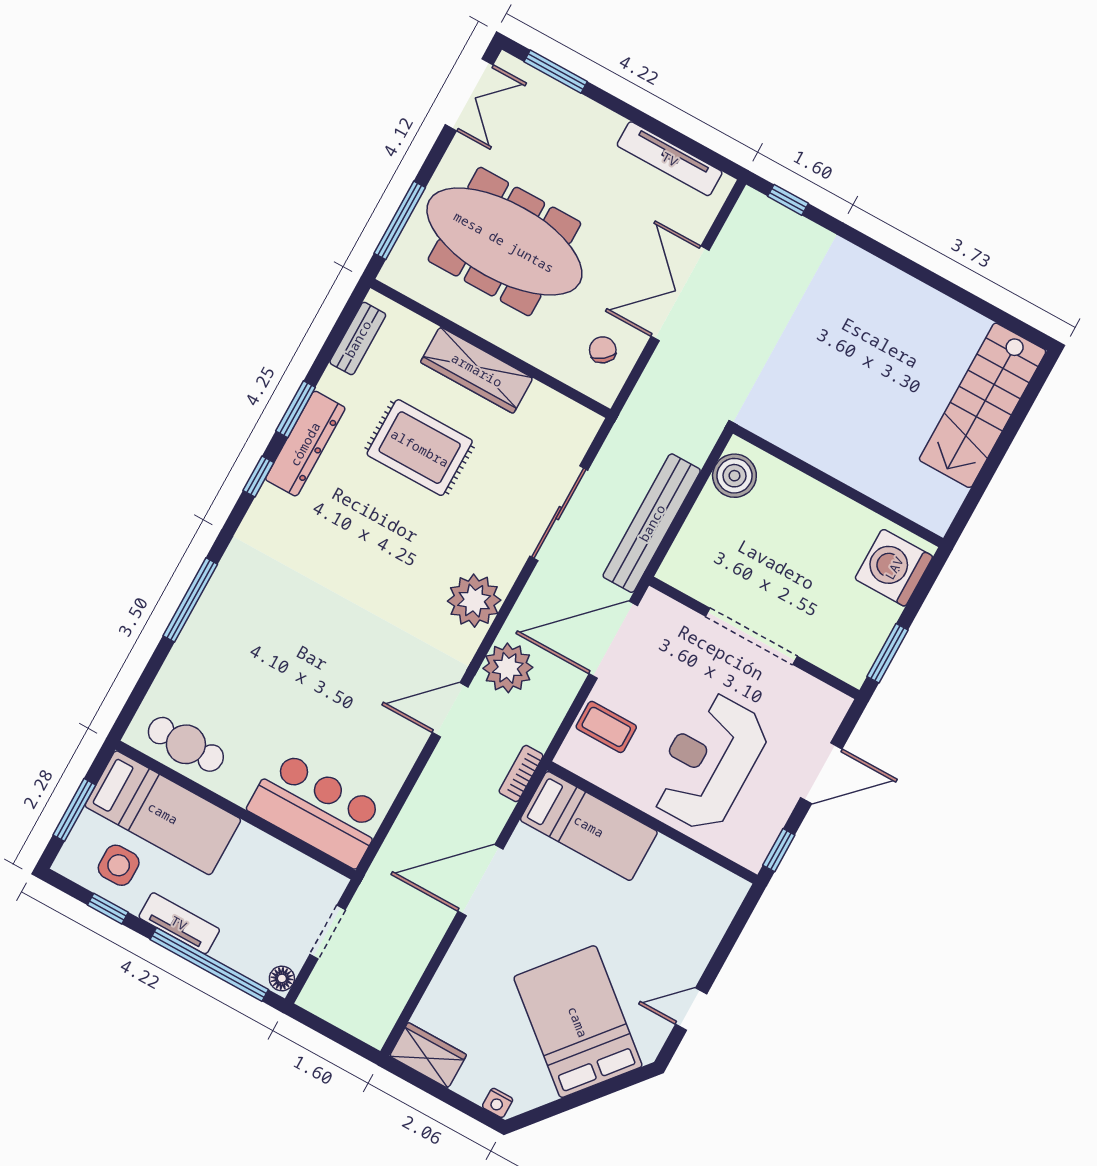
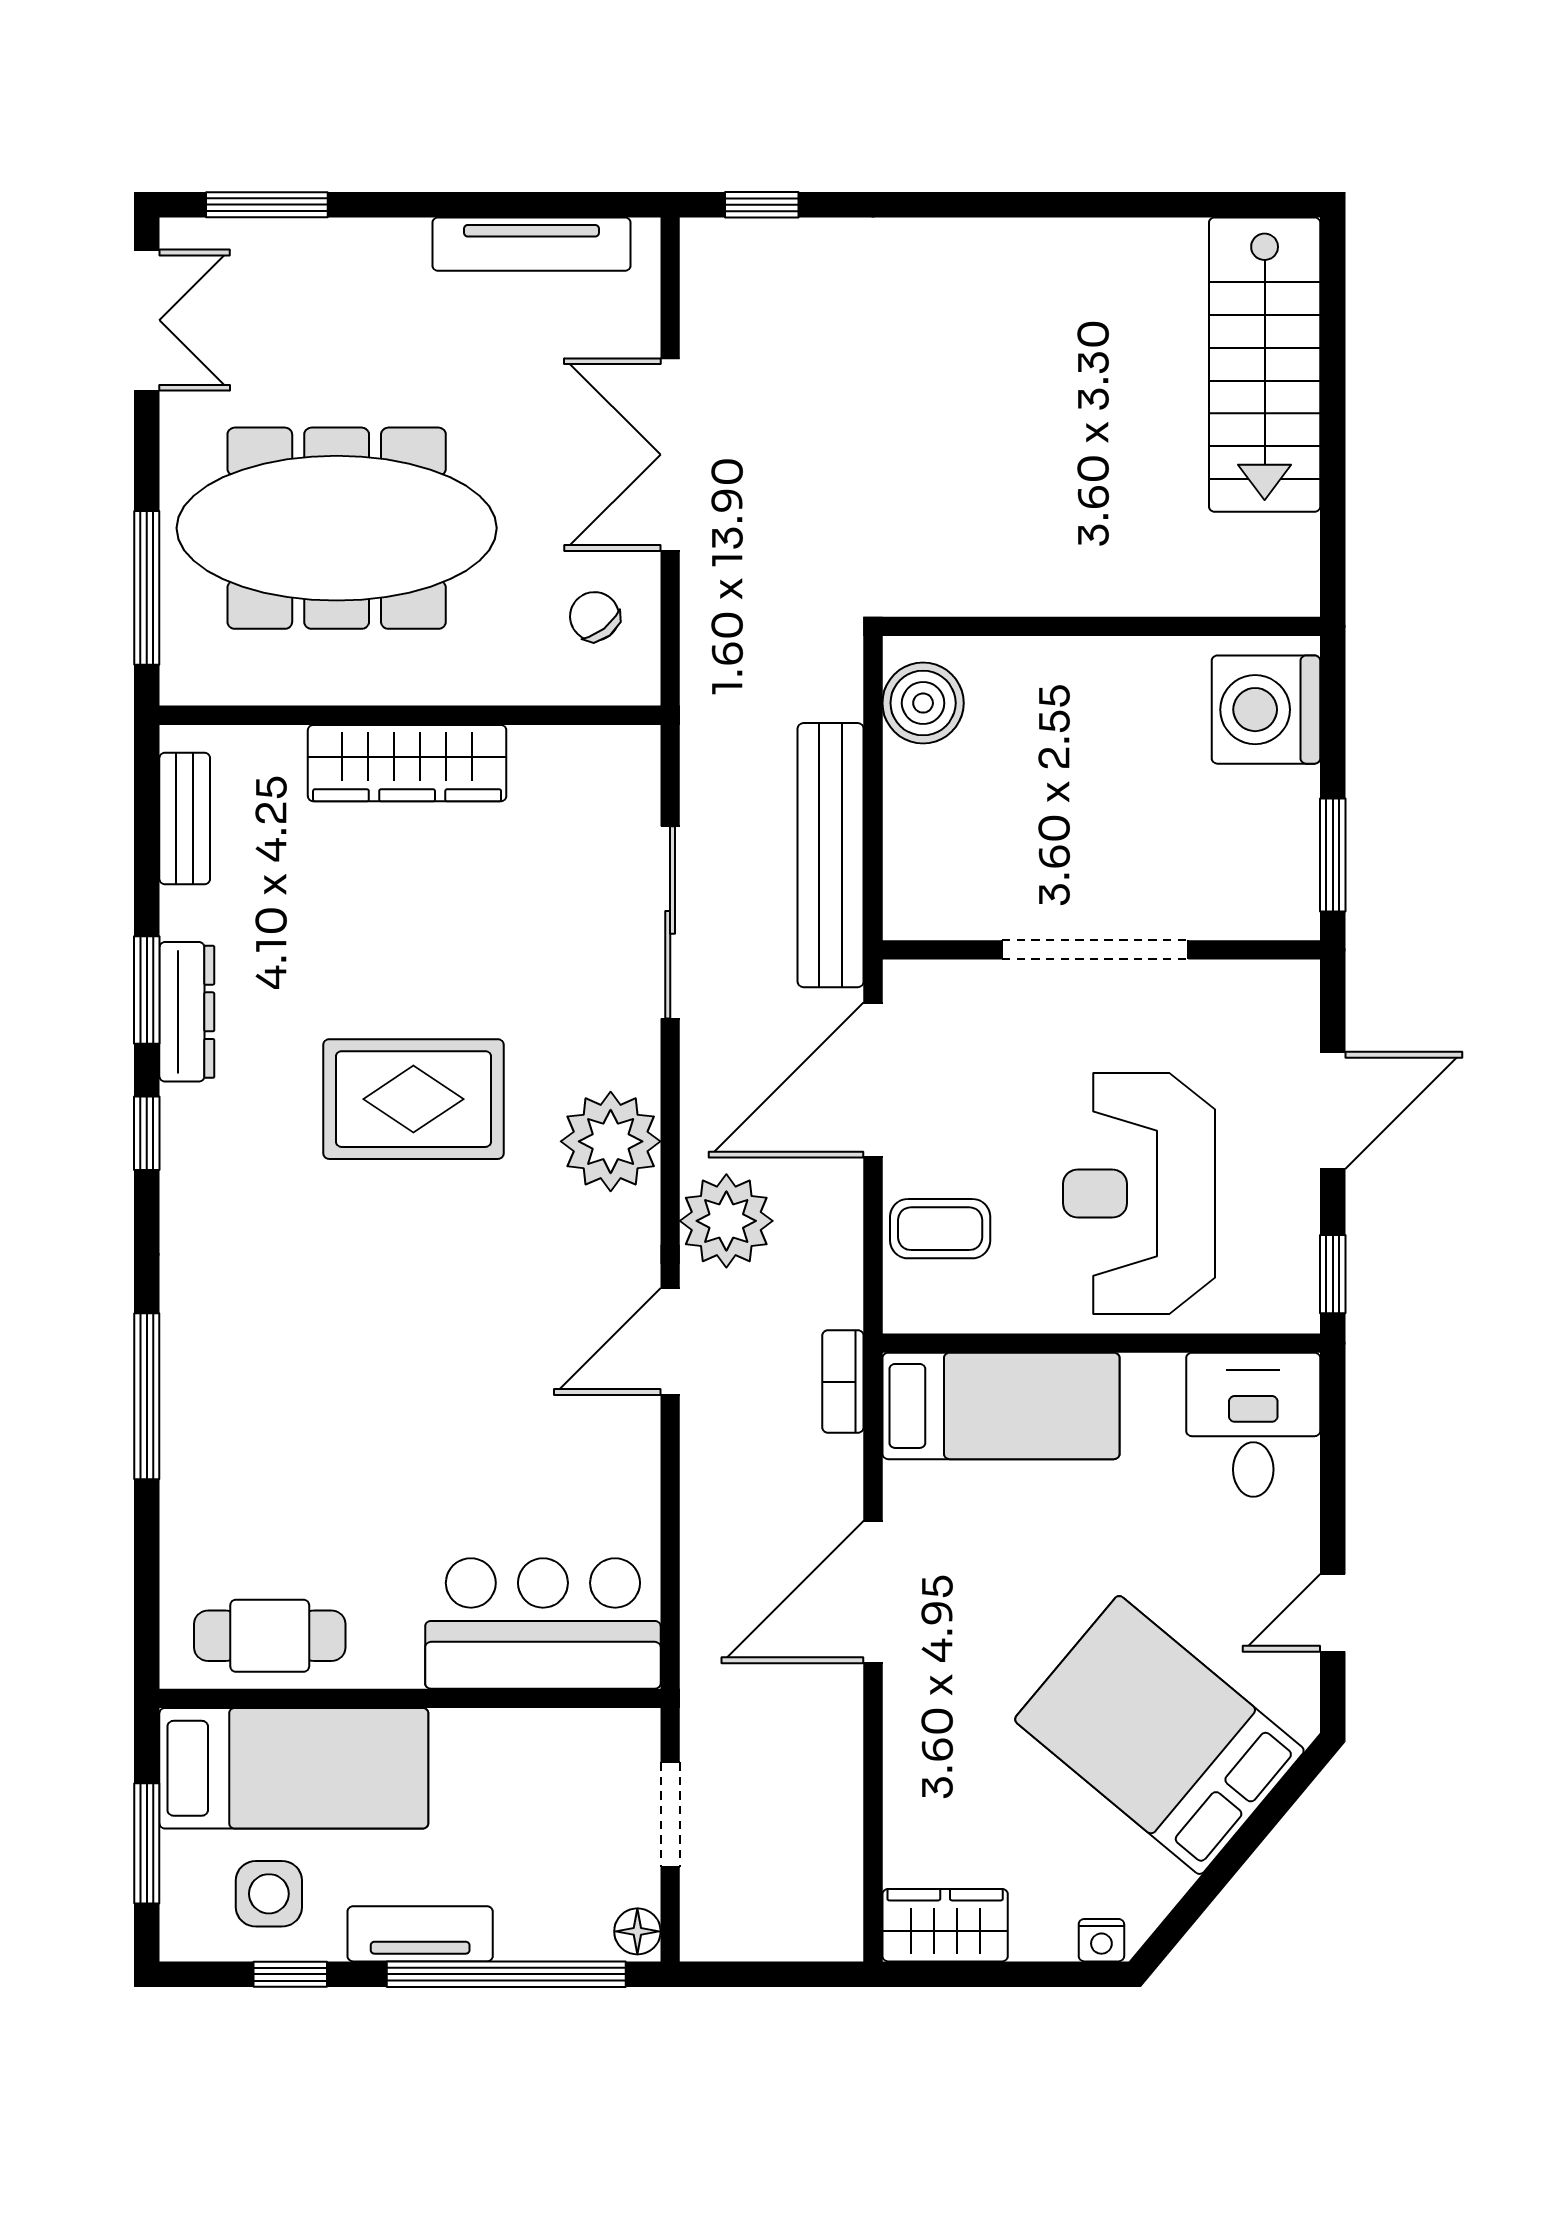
dresser: (305, 444) -> (187, 1012), width x0.73, depth x0.80
rug: (420, 448) -> (413, 1099), moved
desk: (702, 900) -> (1253, 1425), added

